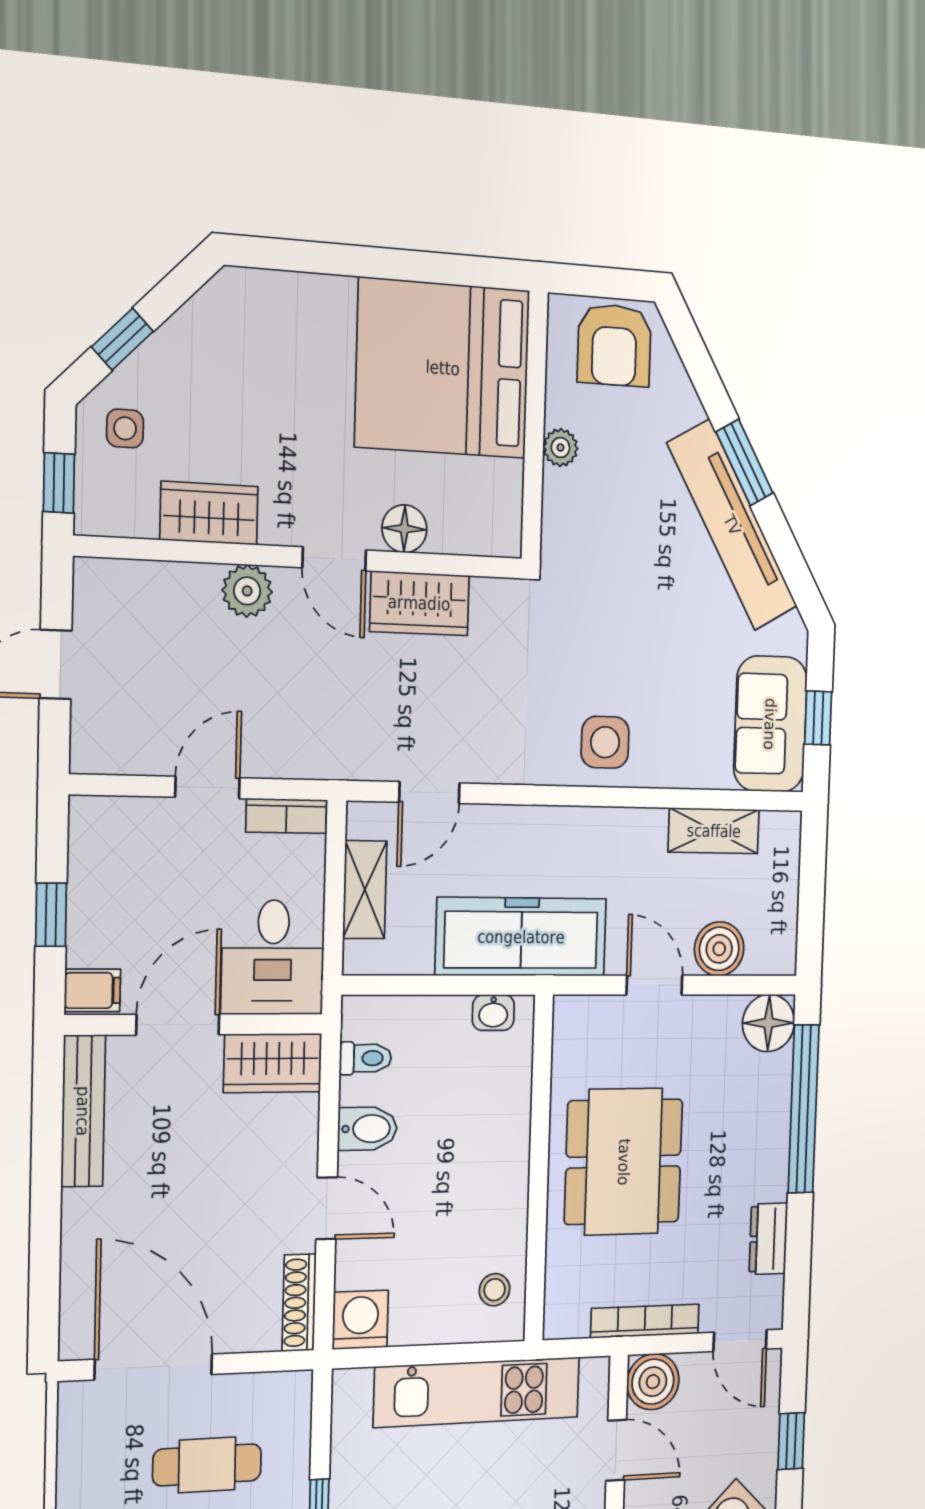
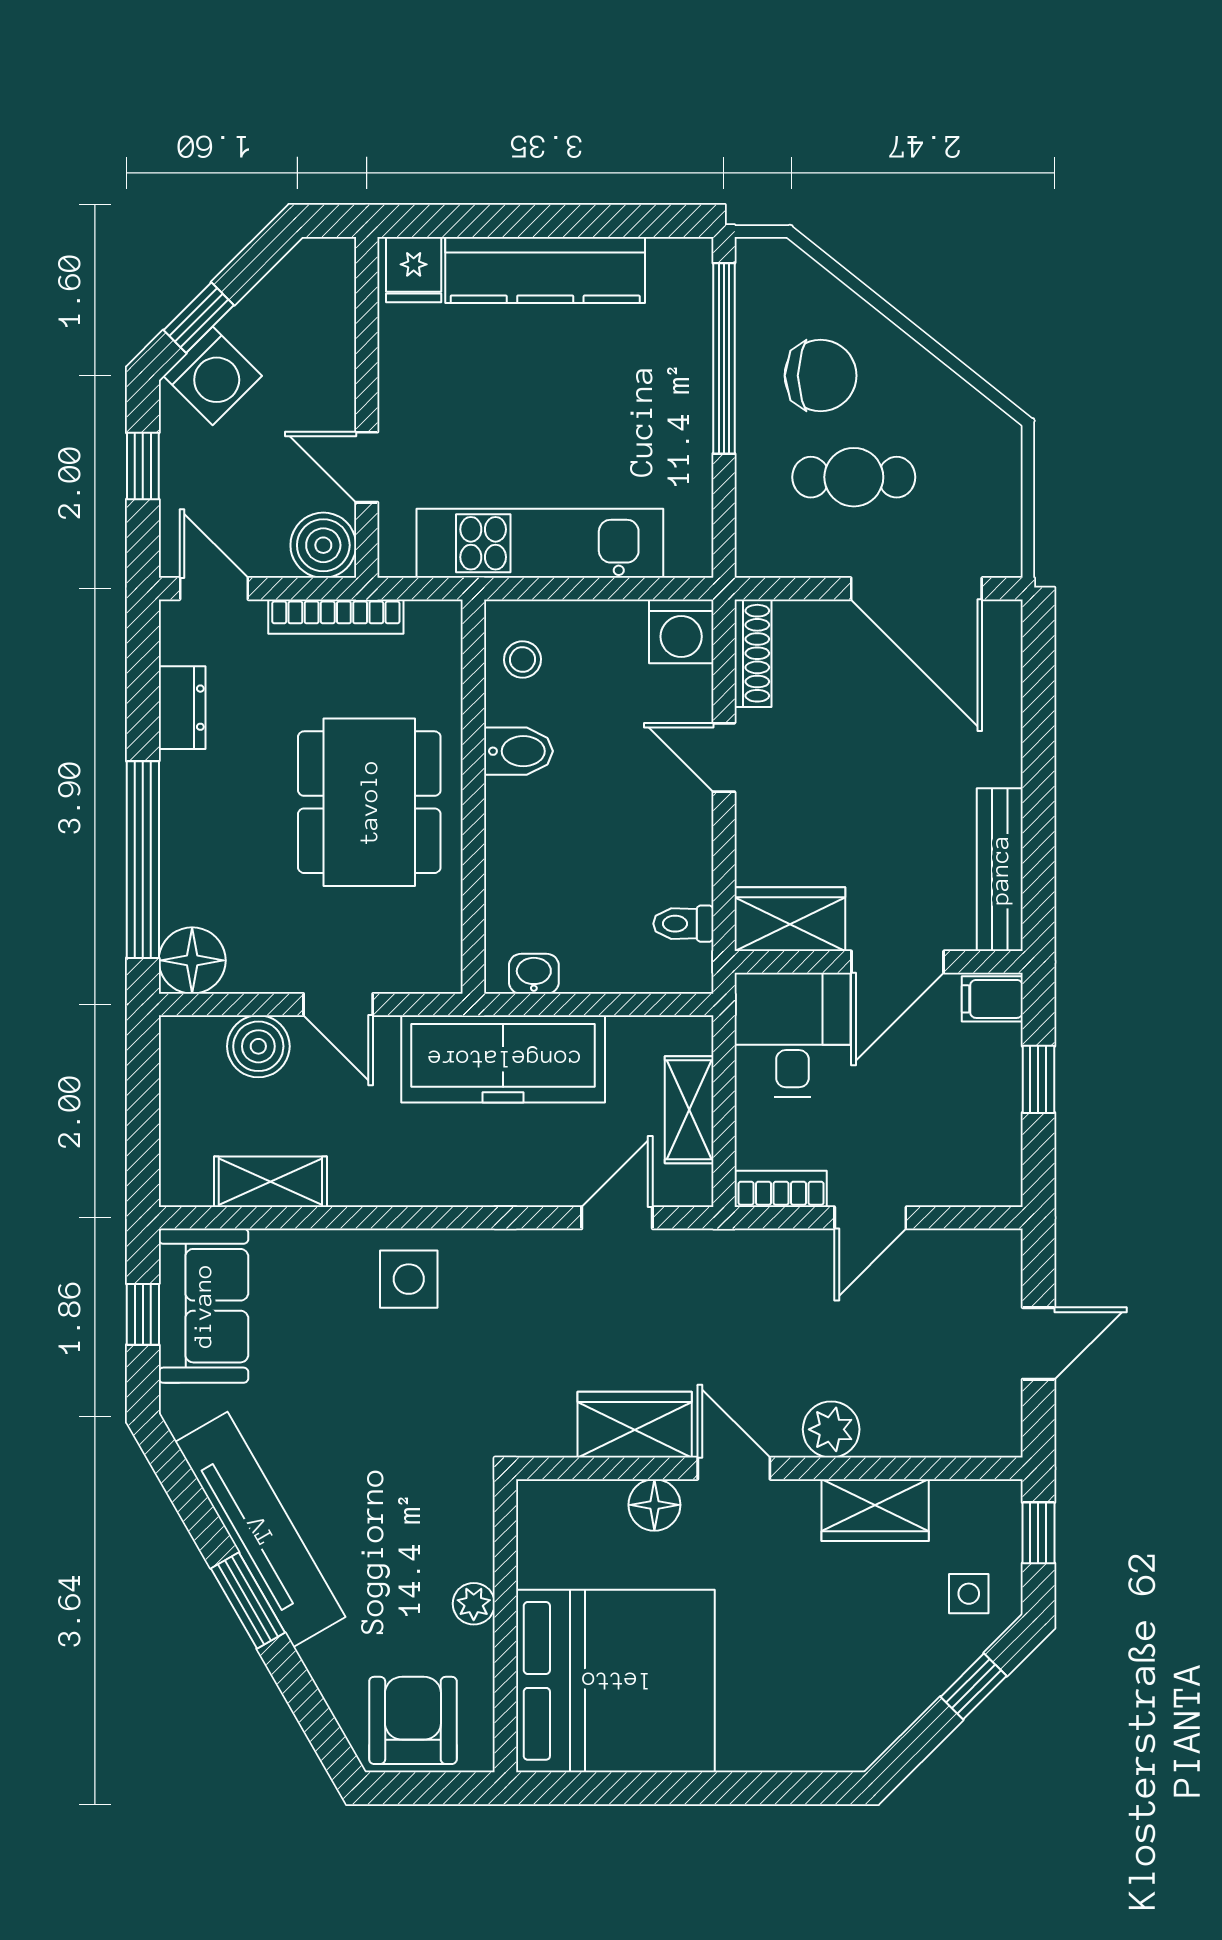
bidet: (367, 1129) -> (518, 751), moved, turned 180

